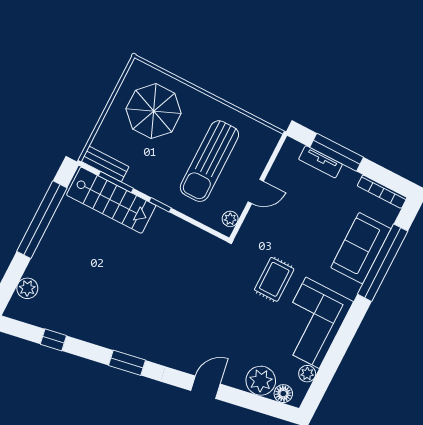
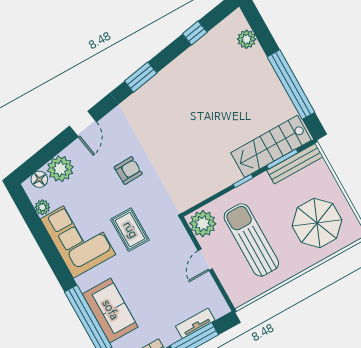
bench: (105, 164) -> (295, 164), width x1.36
plant: (230, 219) -> (203, 224), width x1.88, depth x1.88
armchair: (221, 317) -> (128, 170), added

